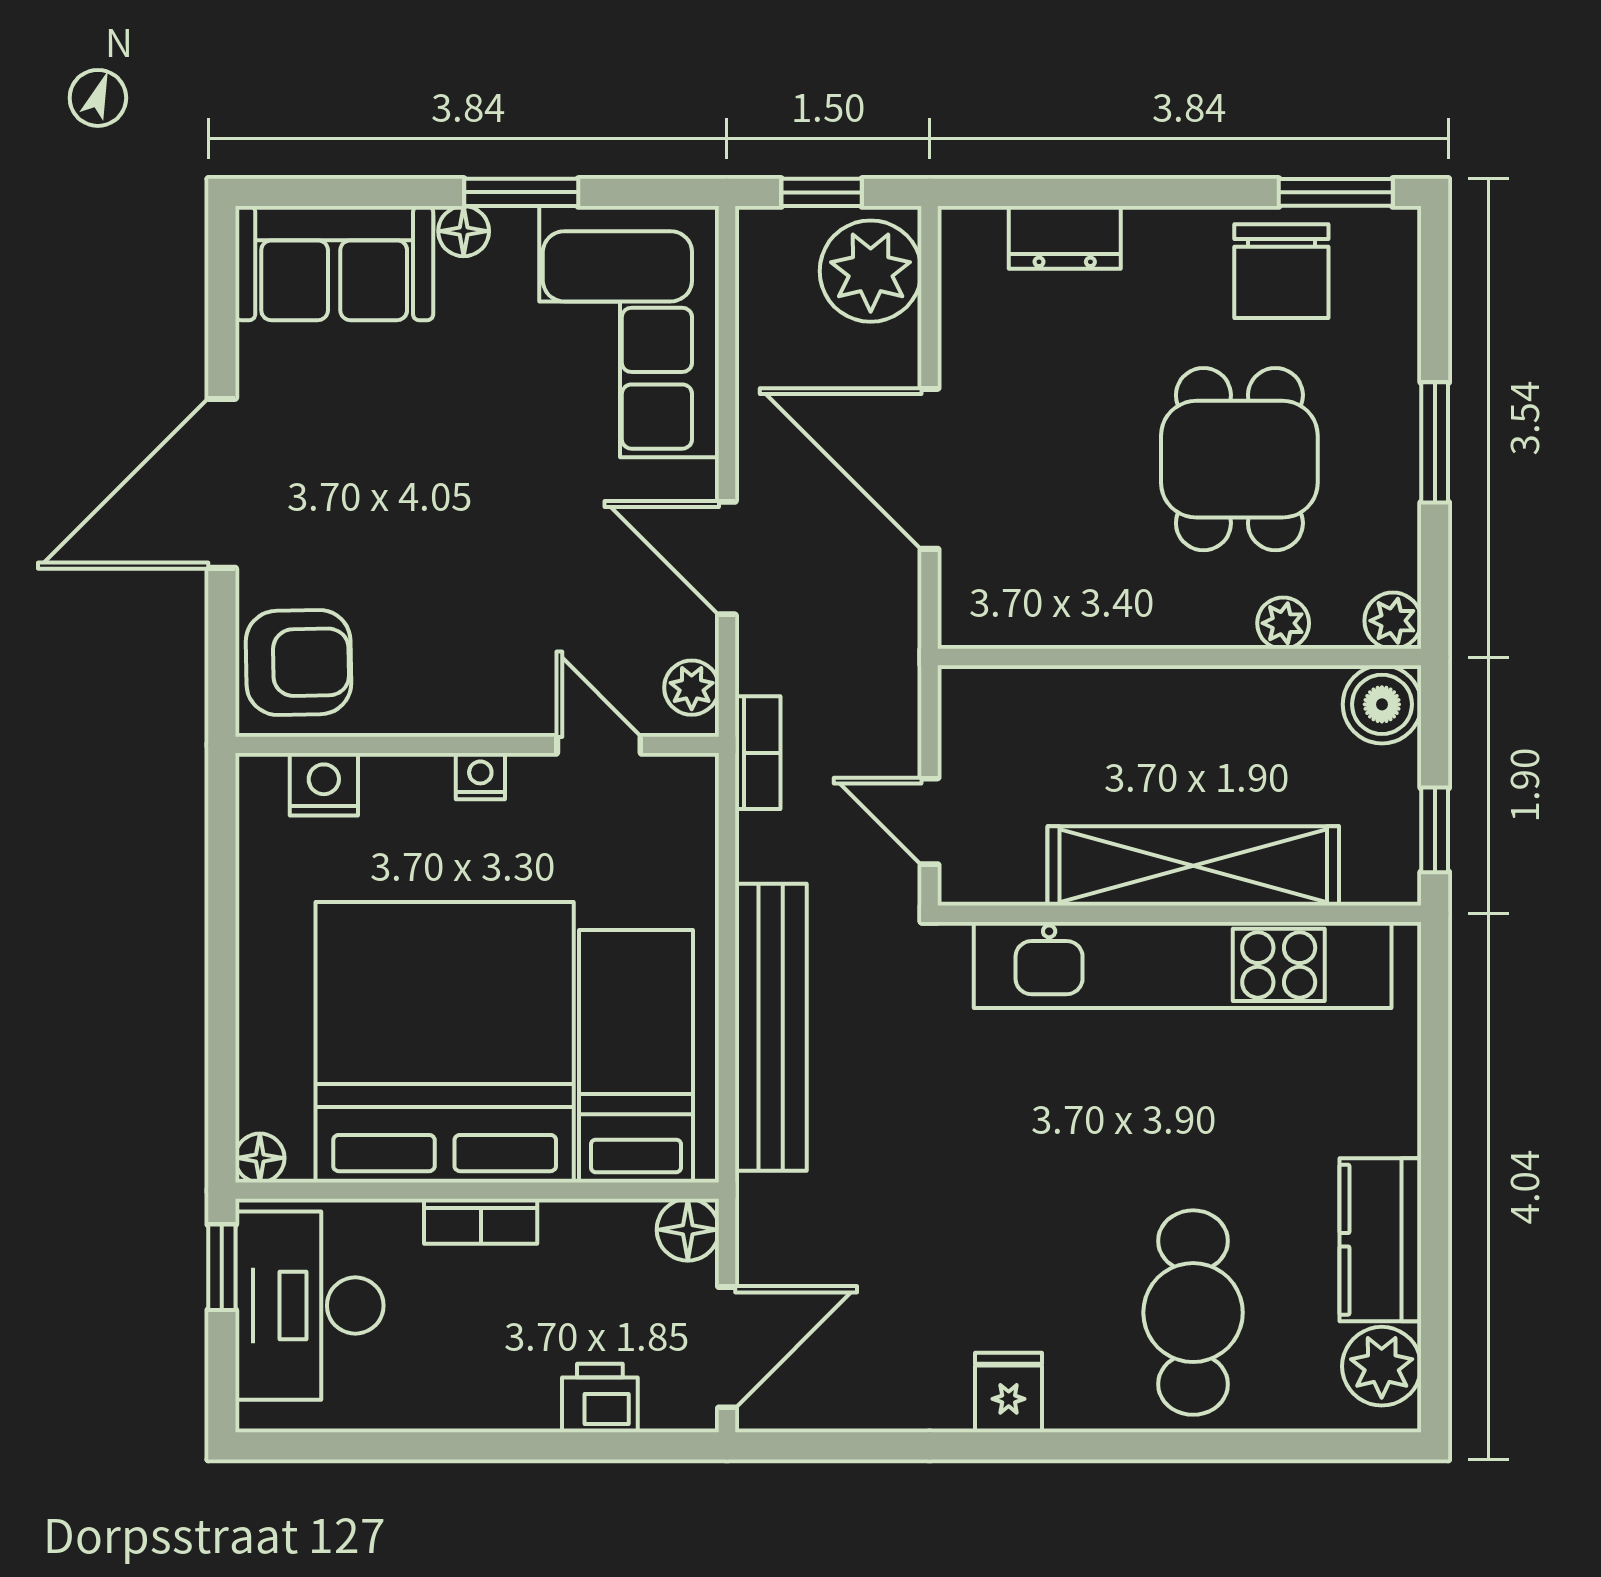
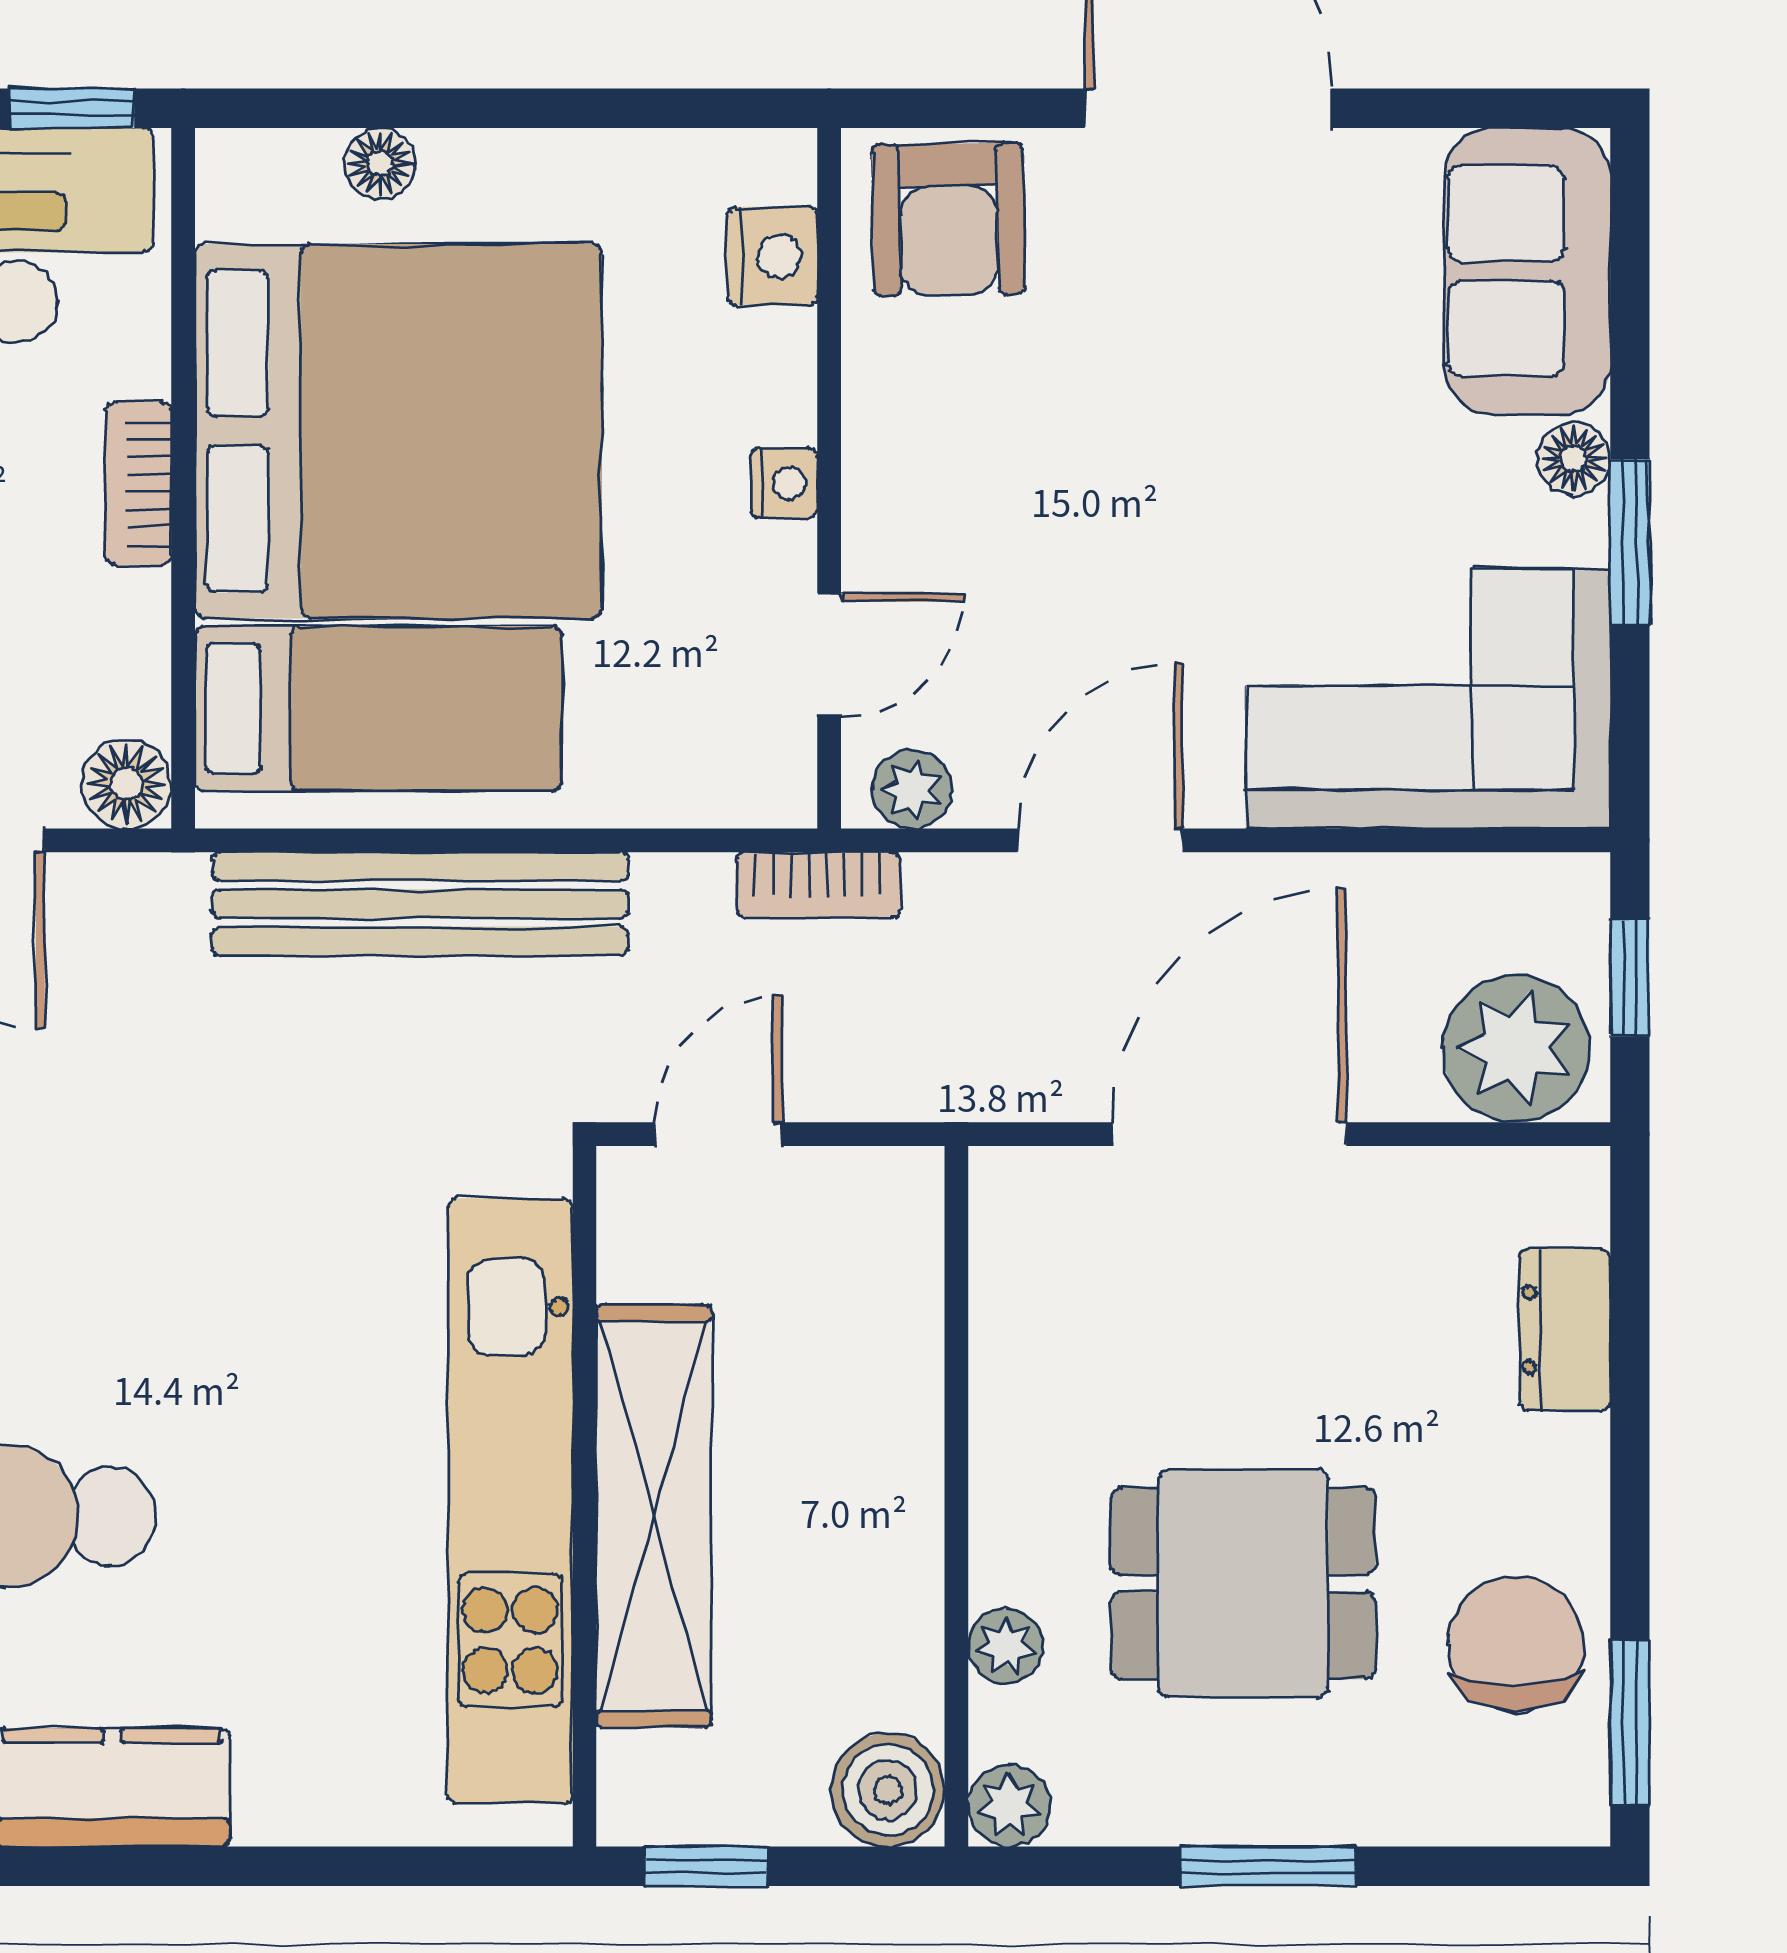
chair: (1281, 271) -> (1516, 1644), turned 90
floor lamp: (260, 1158) -> (380, 163), moved

